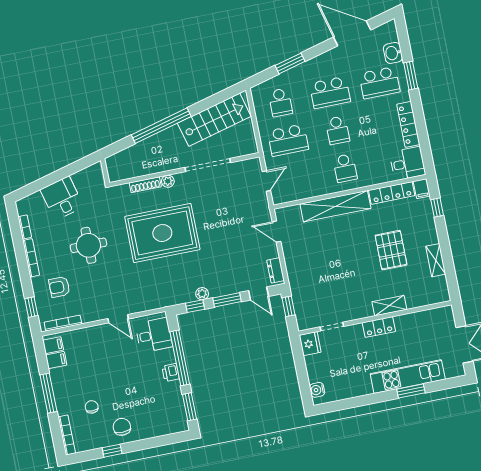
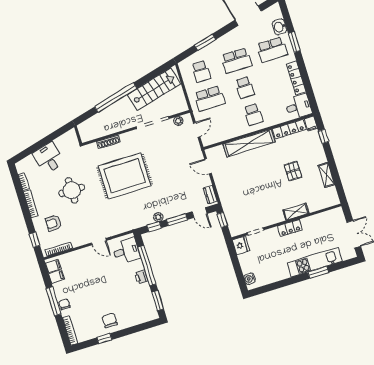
plant: (168, 181) -> (178, 121), moved
pallet: (391, 250) -> (293, 171), width x0.67, depth x0.71
chair: (92, 407) -> (64, 304), moved

